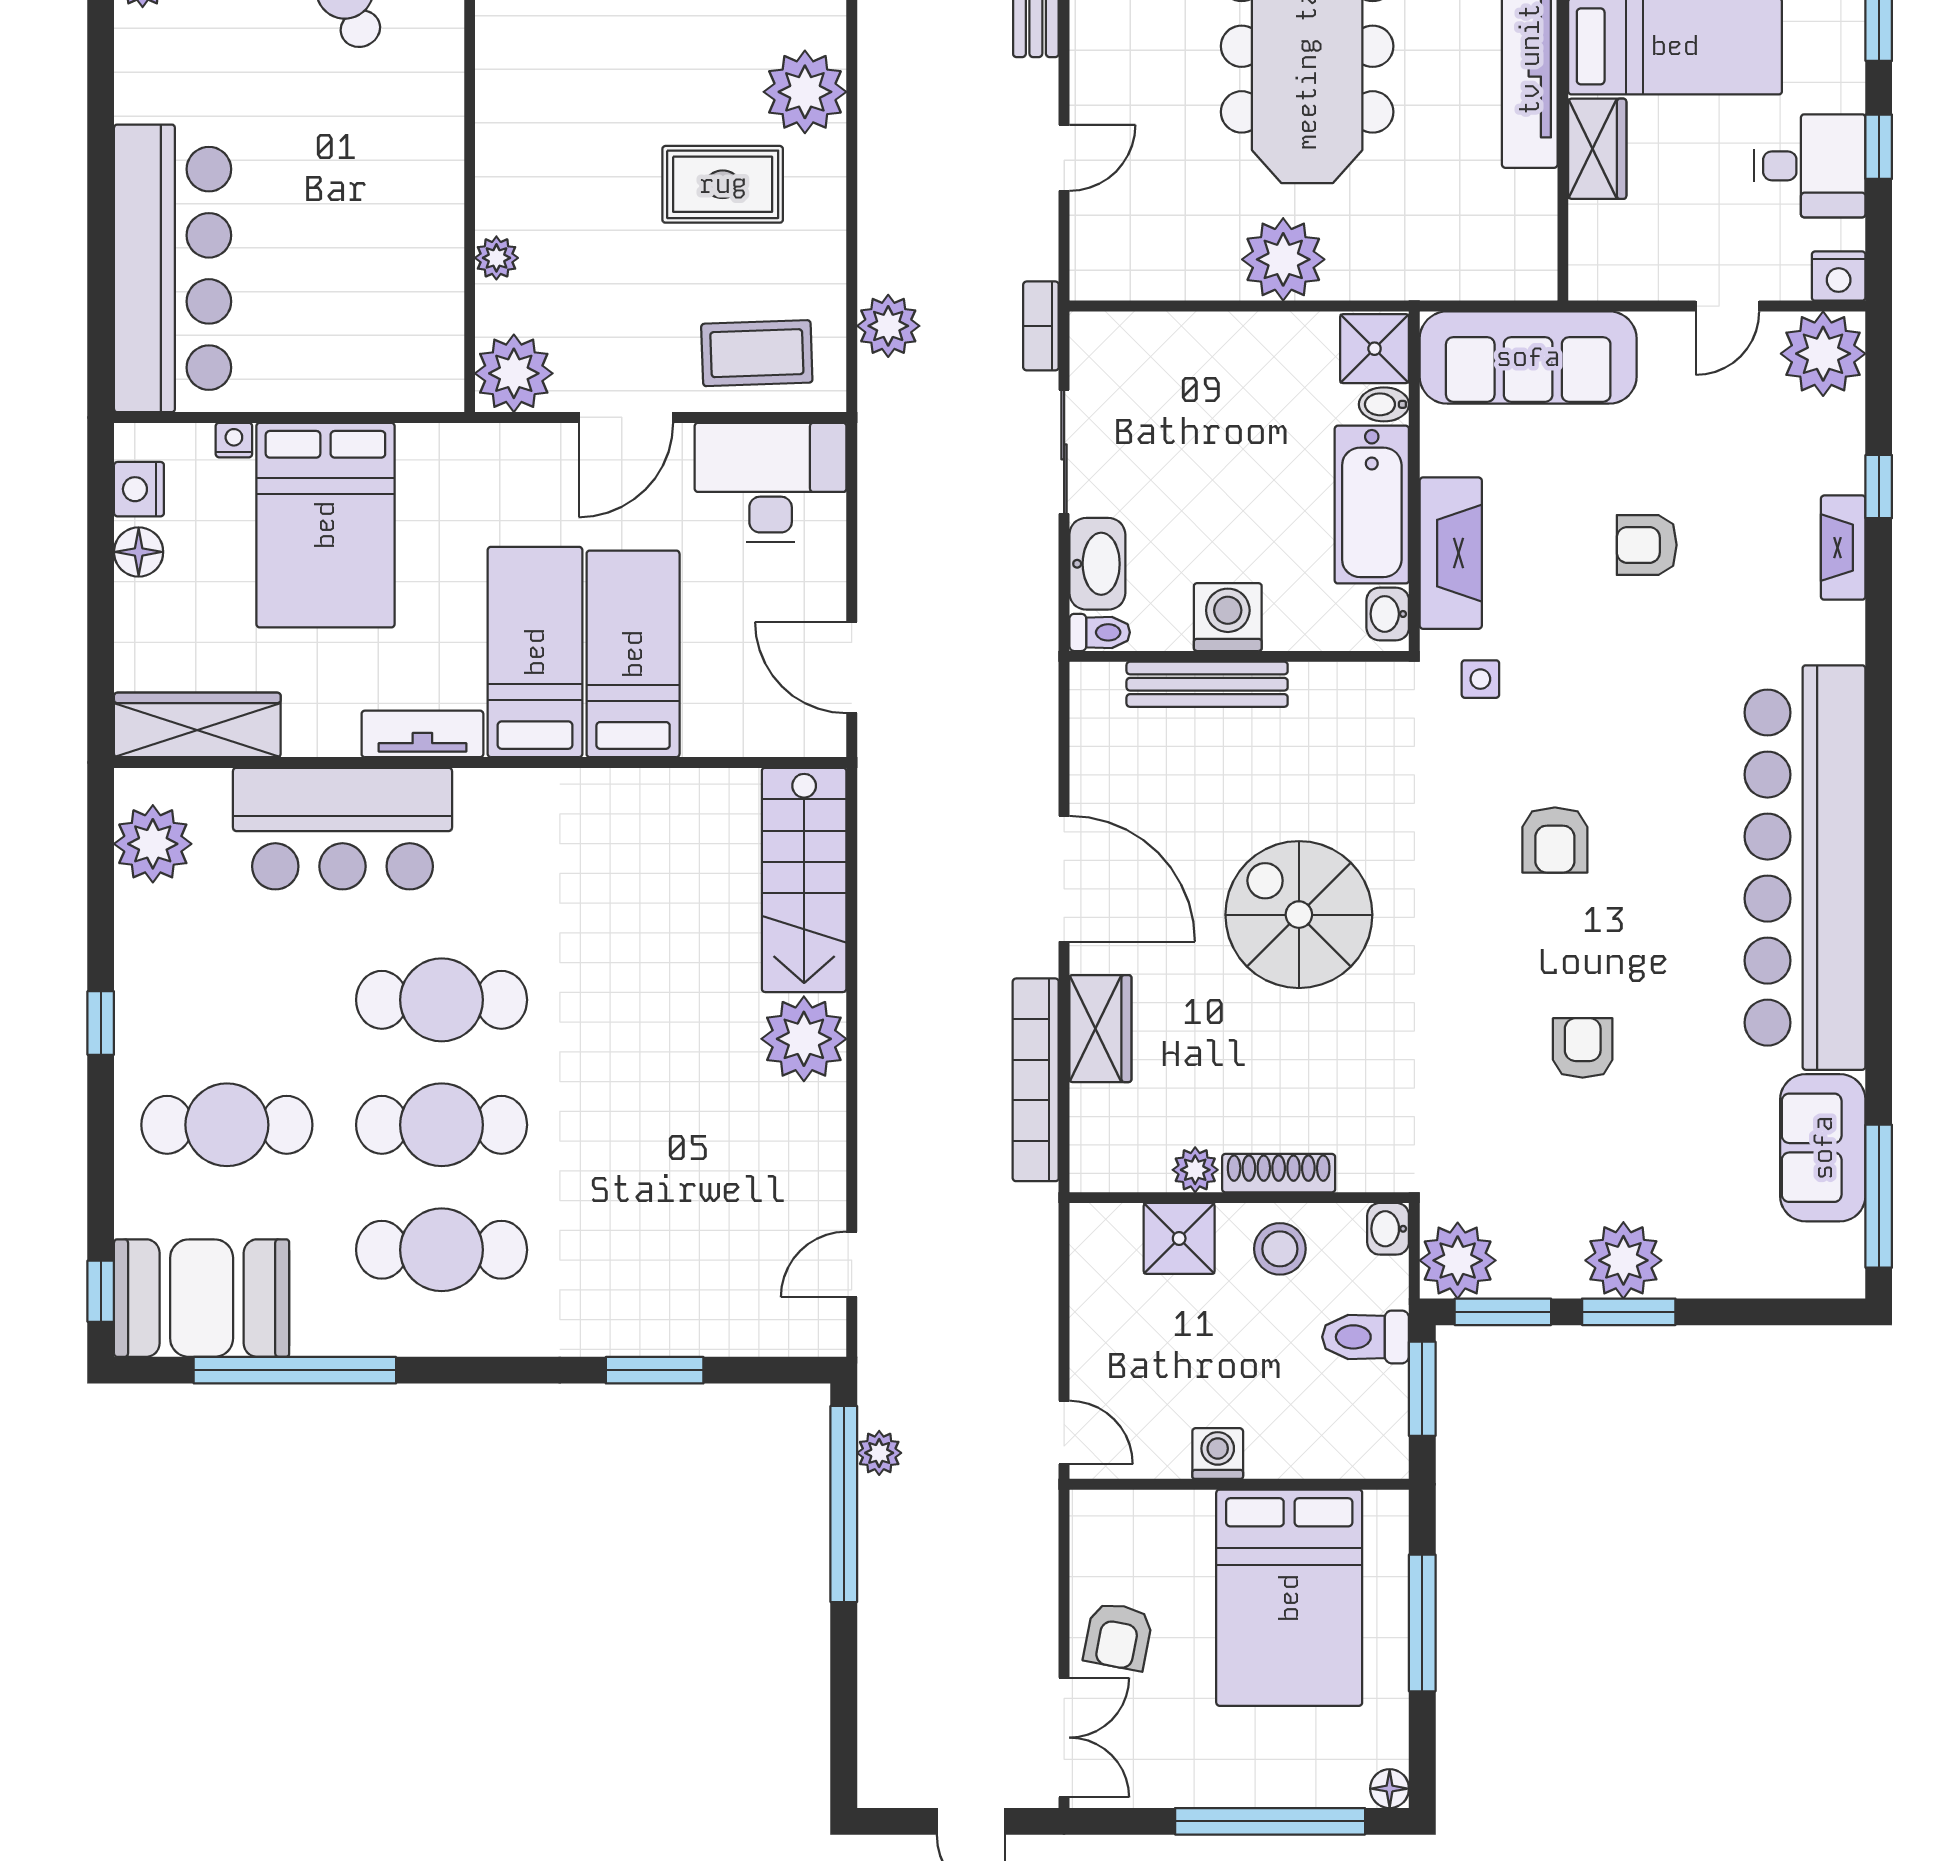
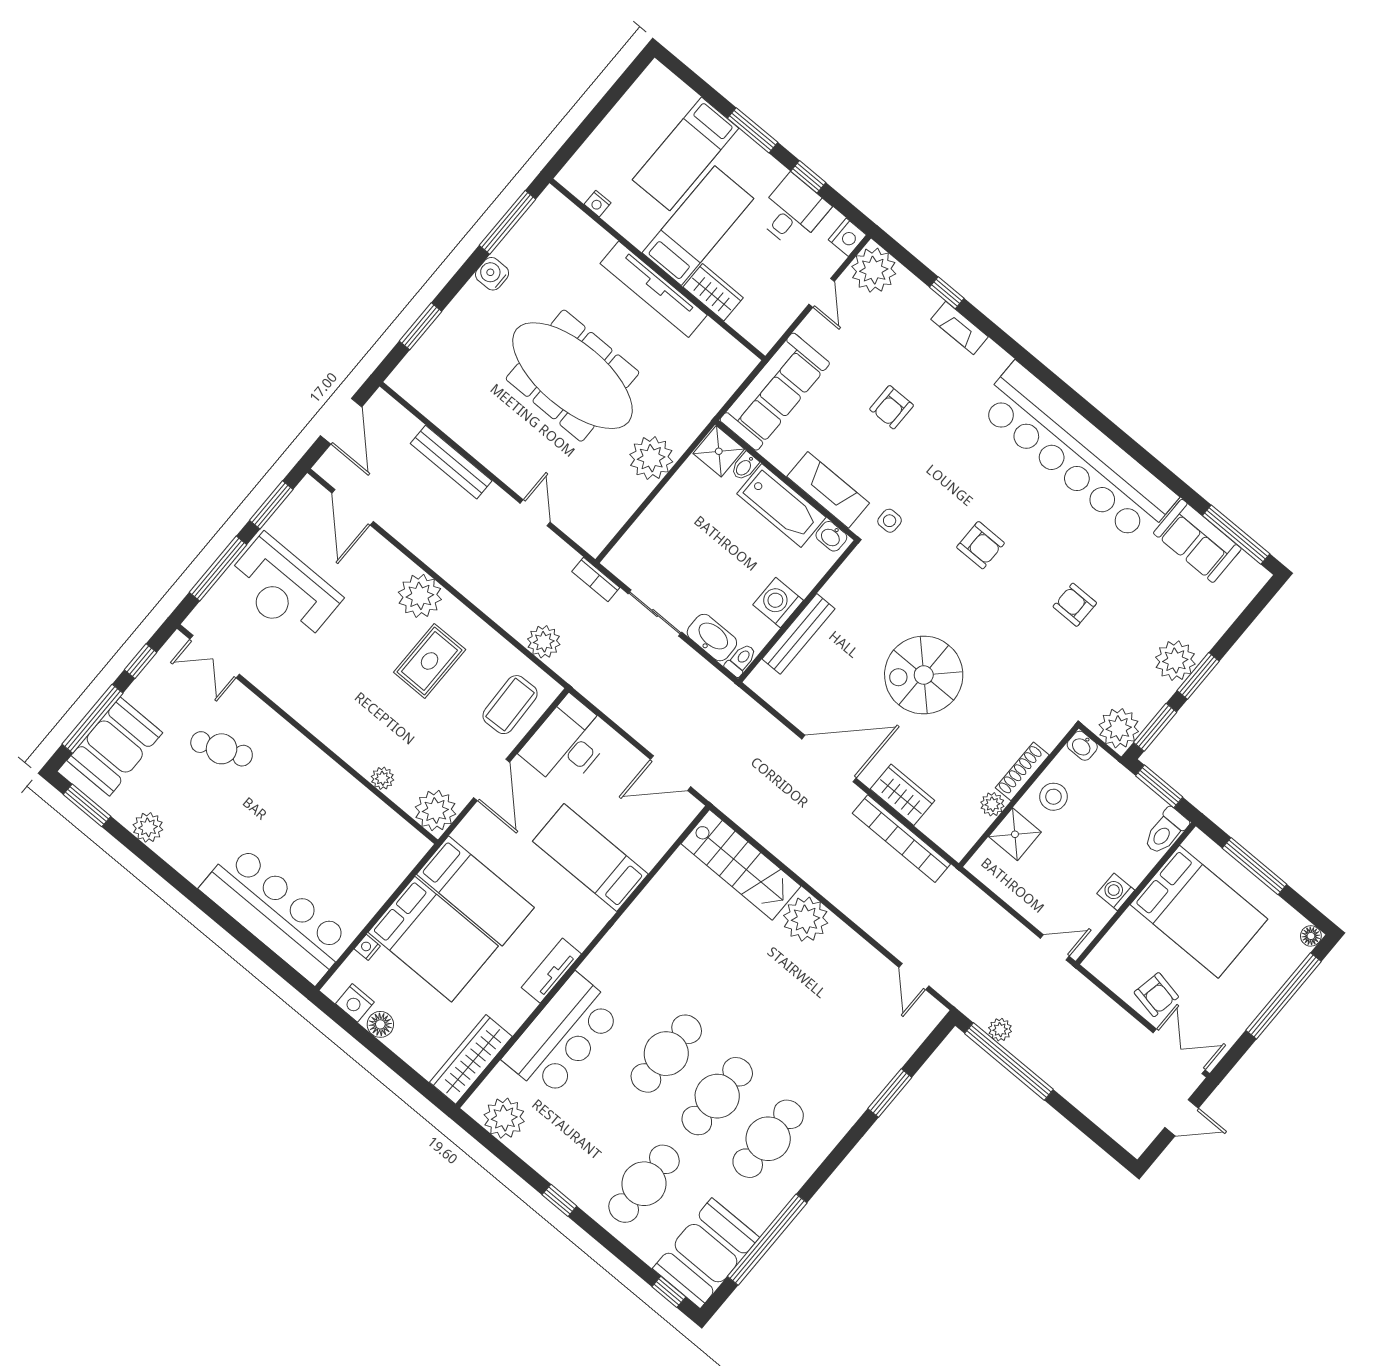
bed: (535, 652) -> (475, 891), moved, turned 180
toilet: (1366, 1337) -> (1166, 831), moved

